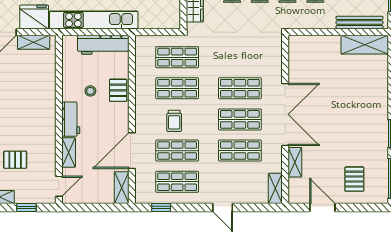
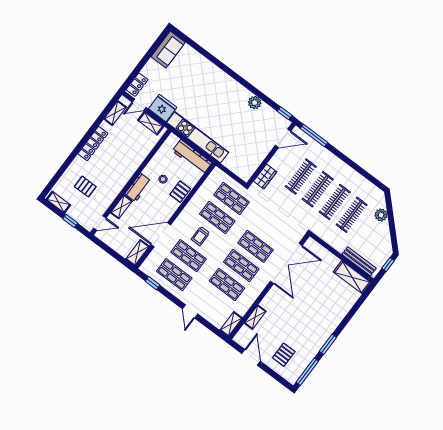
double door: (285, 114) -> (286, 263), moved

